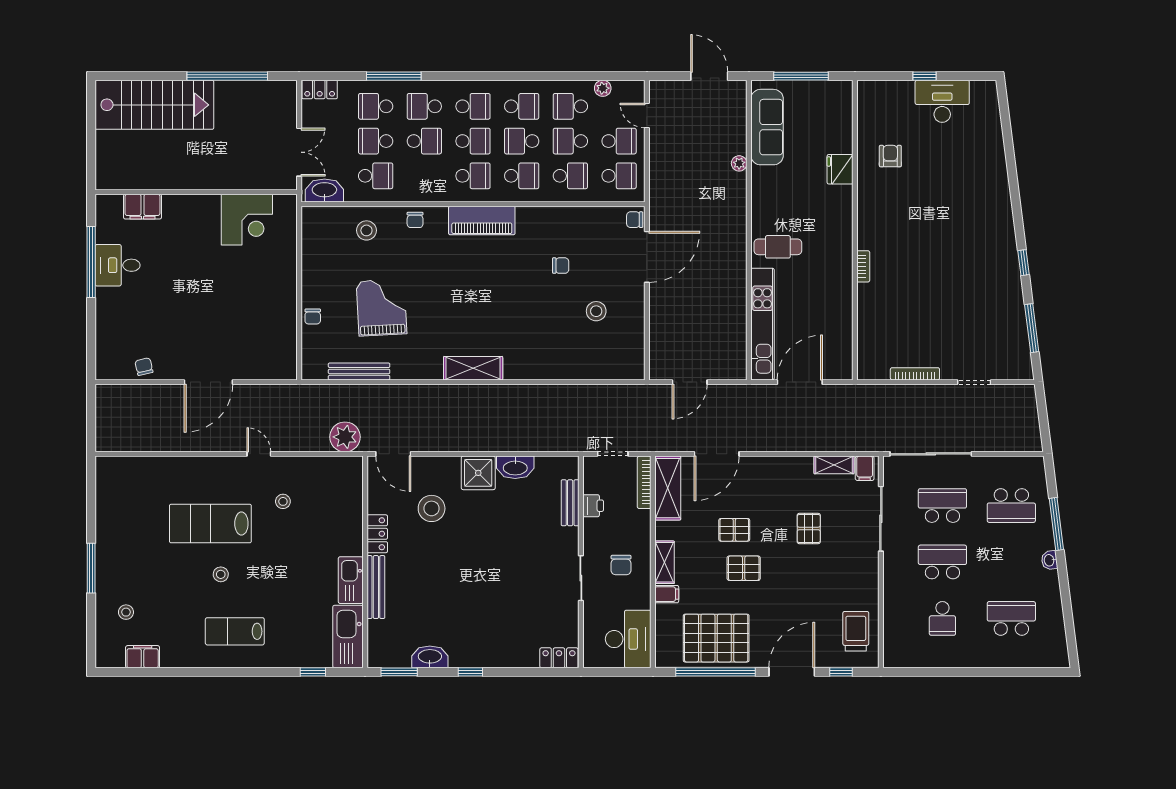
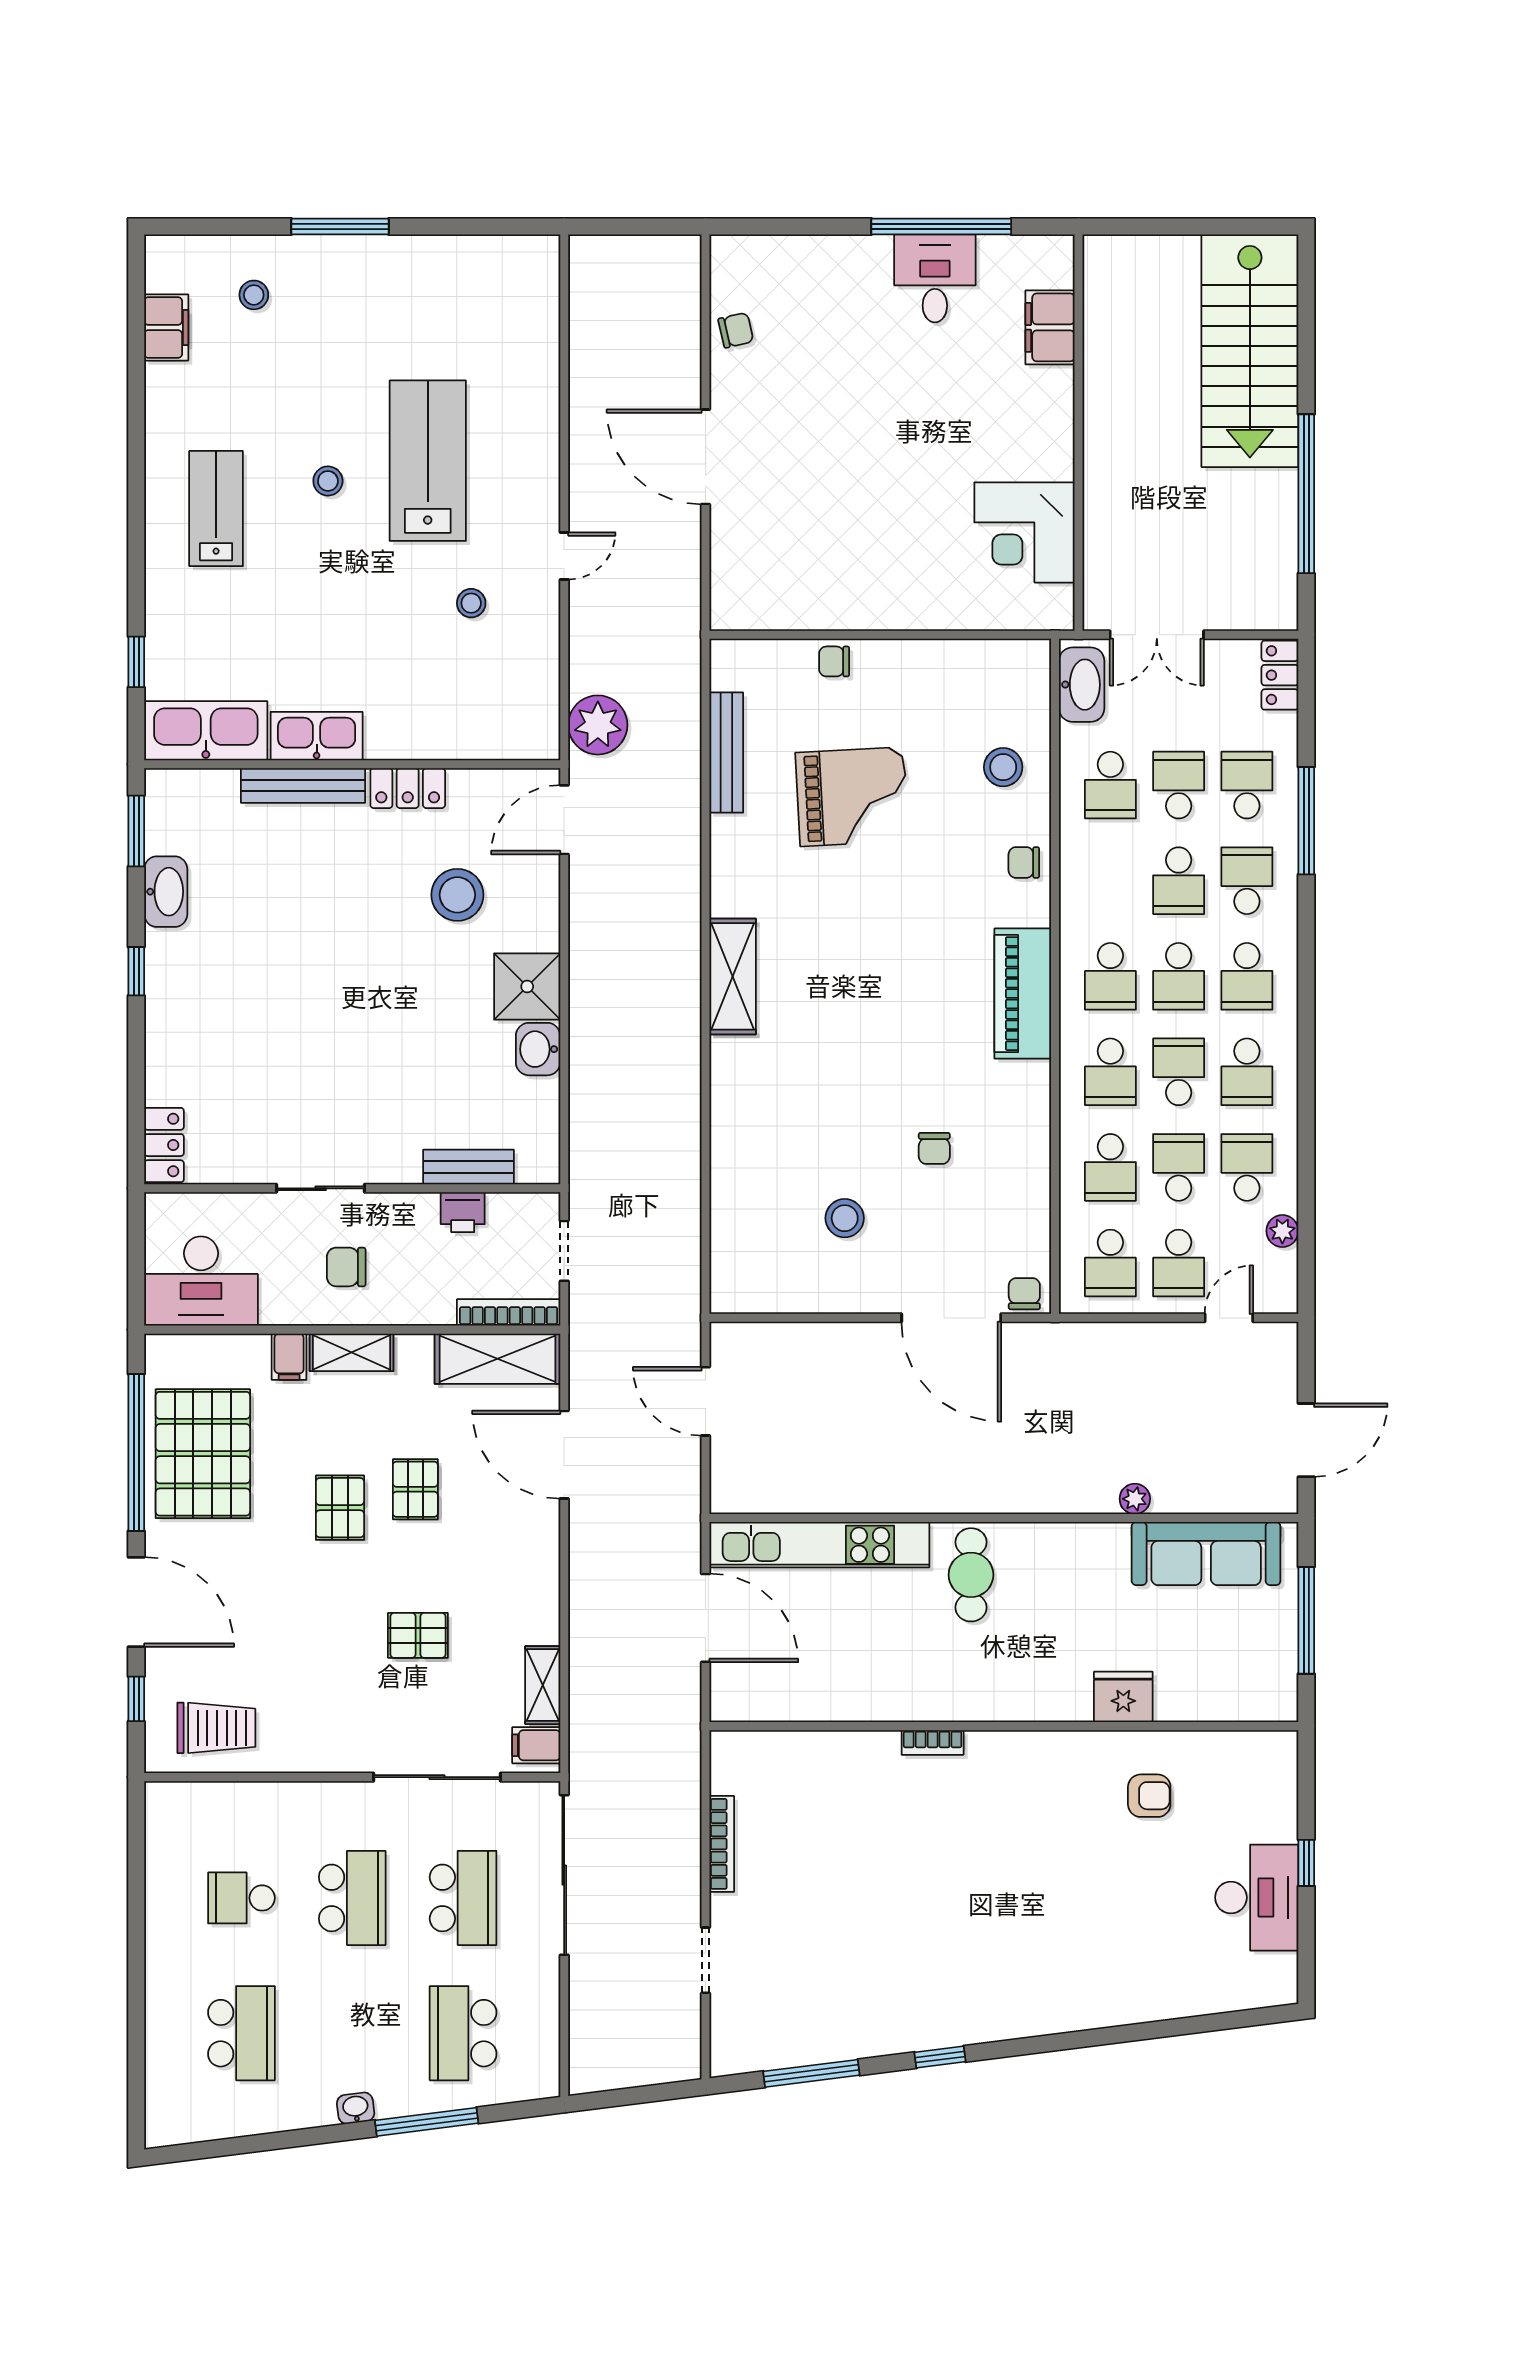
washbasin: (515, 467) -> (538, 1049), width x0.72

